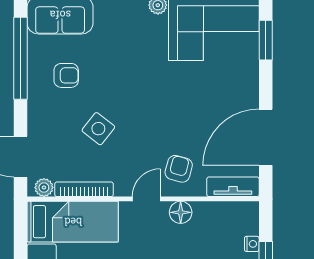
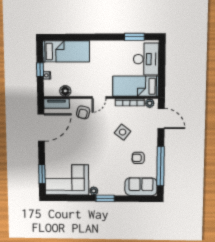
floor lamp: (181, 212) -> (65, 91), moved

